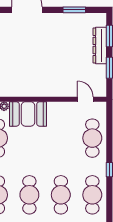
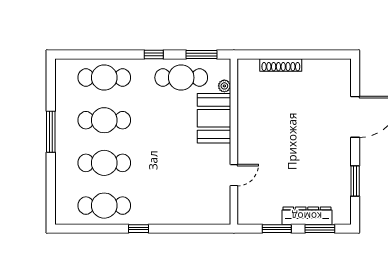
door: (85, 99) -> (234, 175), moved
cafe table: (92, 138) -> (181, 206), removed

